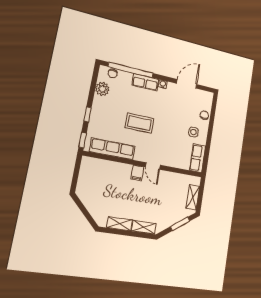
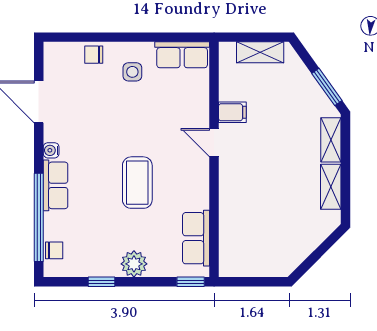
plant: (102, 89) -> (134, 264), moved
window: (88, 114) -> (101, 282), moved
row of seats: (112, 149) -> (196, 238), width x0.68
door: (153, 166) -> (214, 142), swing flipped
filing cabinet: (137, 173) -> (232, 112), moved
window: (180, 224) -> (327, 87), moved

